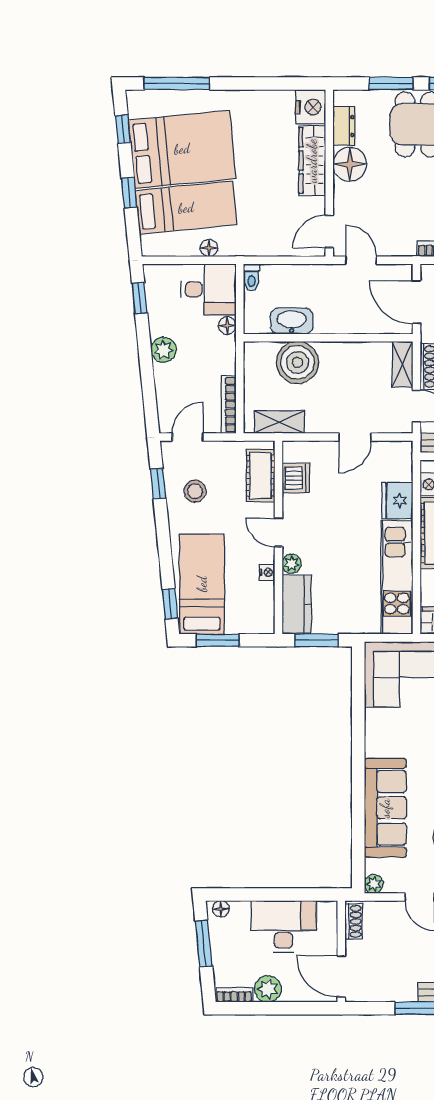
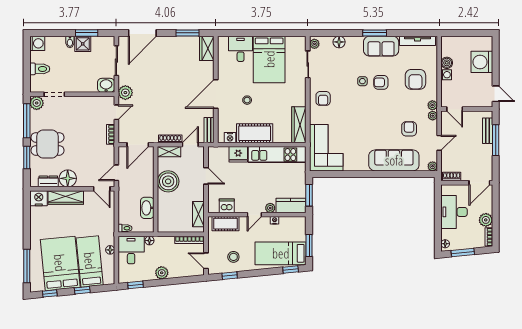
boiler: (297, 362) -> (168, 181), moved

